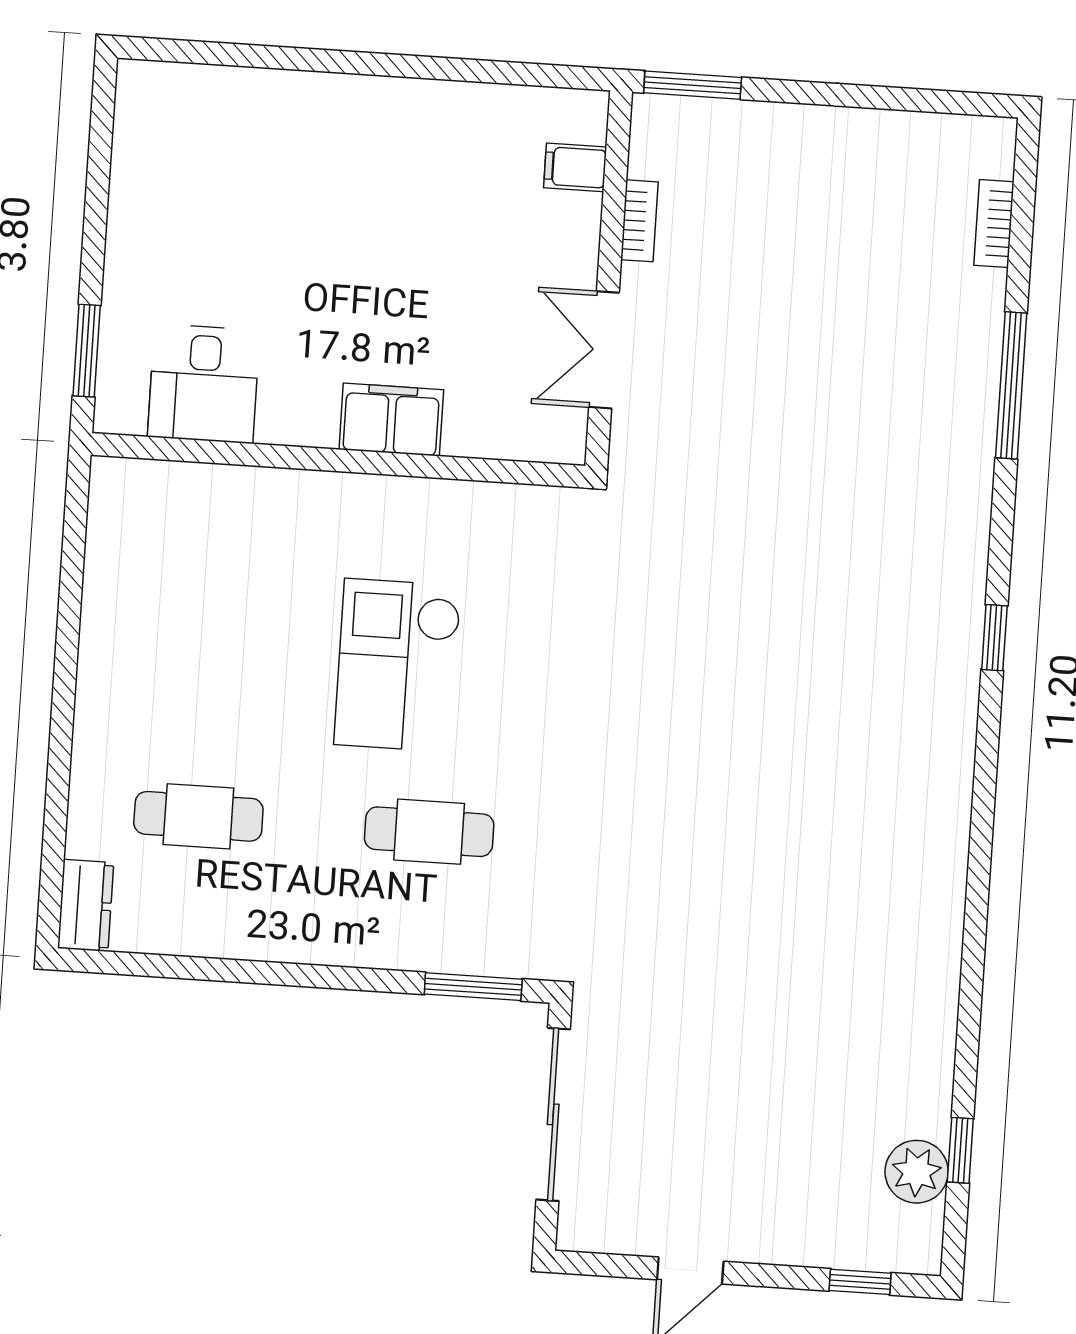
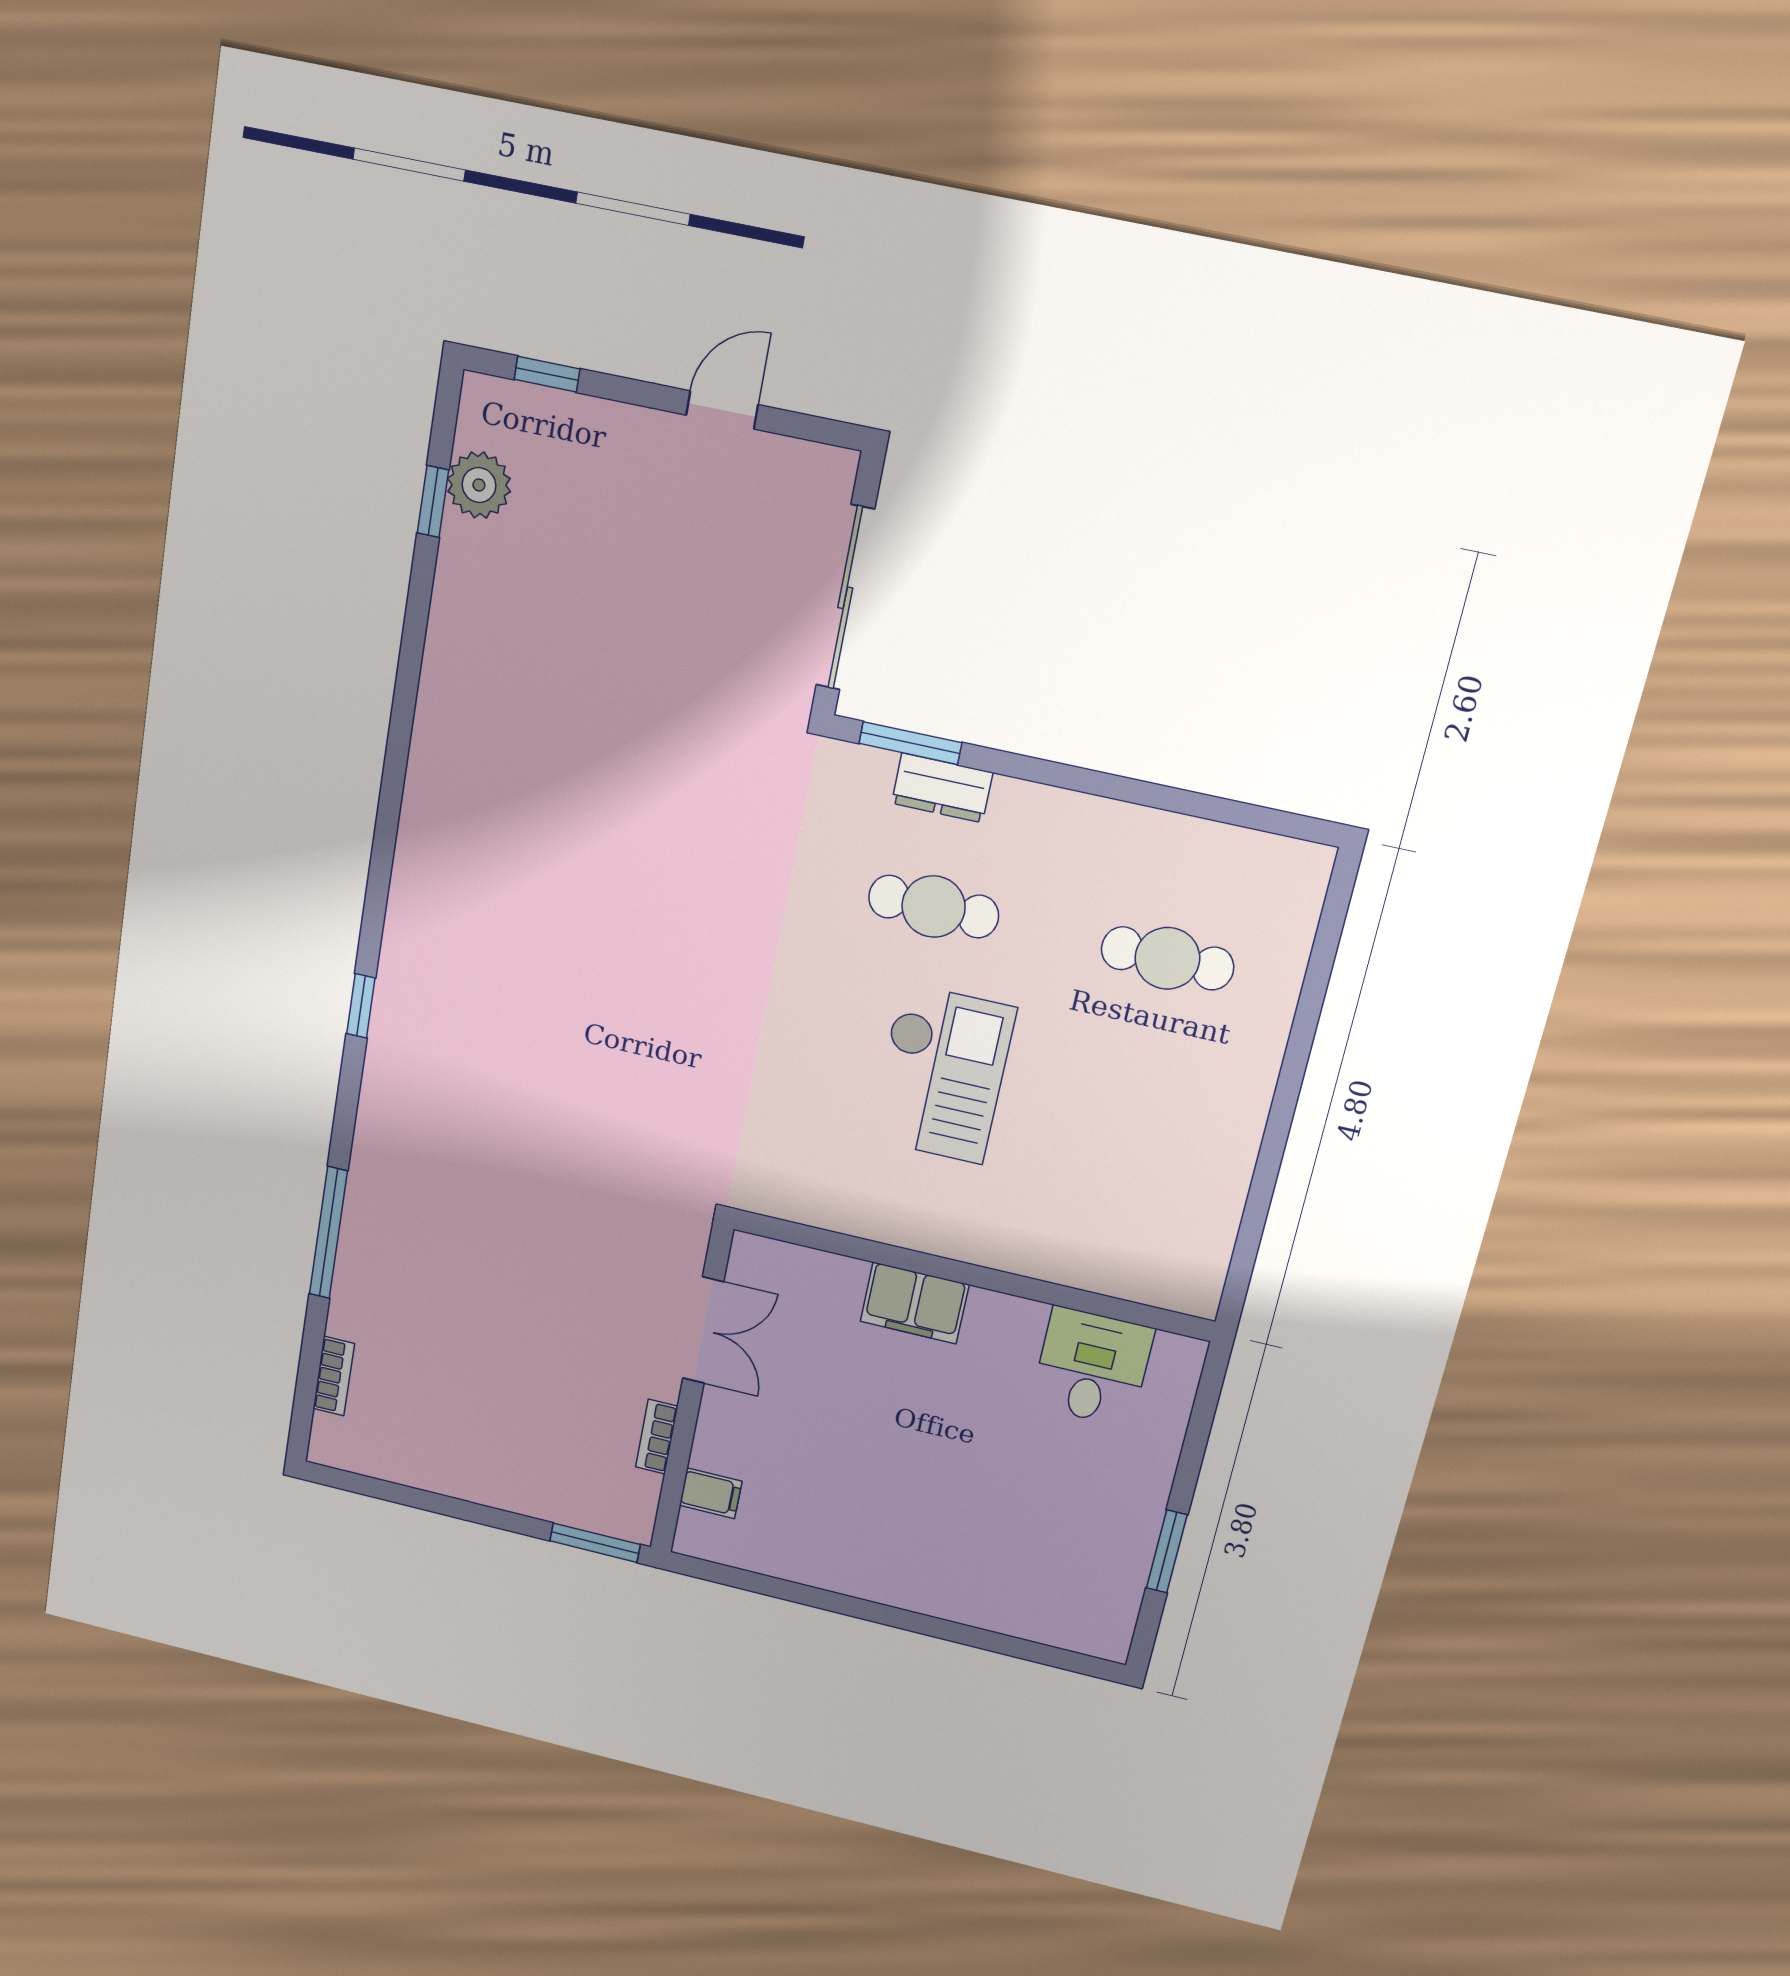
window: (87, 351) -> (1167, 1551), moved
dresser: (86, 905) -> (942, 788), moved, turned -90

